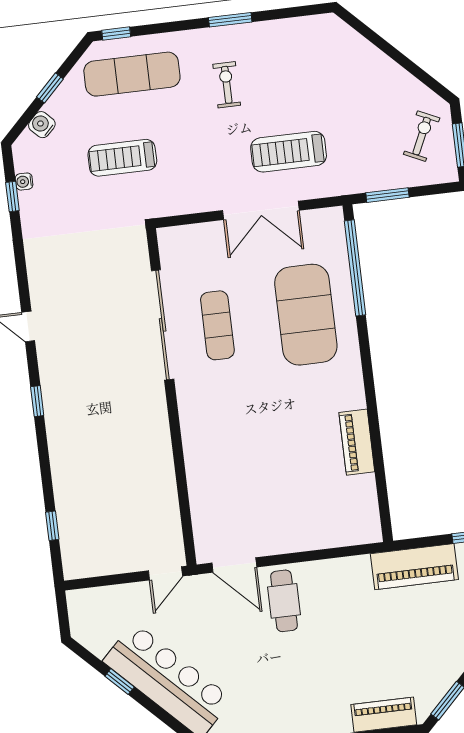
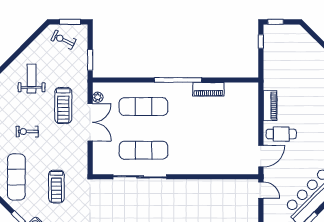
weight bench: (335, 81) -> (32, 79), added
plant: (314, 220) -> (98, 97), added
window: (355, 268) -> (178, 80), moved
exercise mat: (306, 315) -> (143, 107), width x0.68
exercise mat: (217, 325) -> (143, 150), width x1.36, depth x1.45
piano: (414, 567) -> (270, 106), moved, width x0.73, depth x0.75

